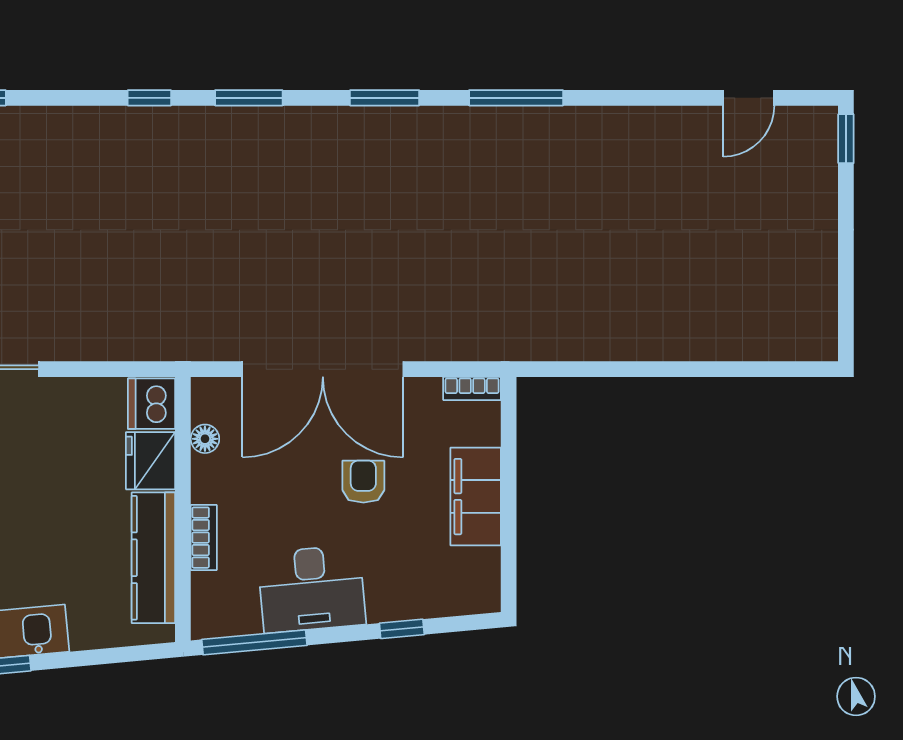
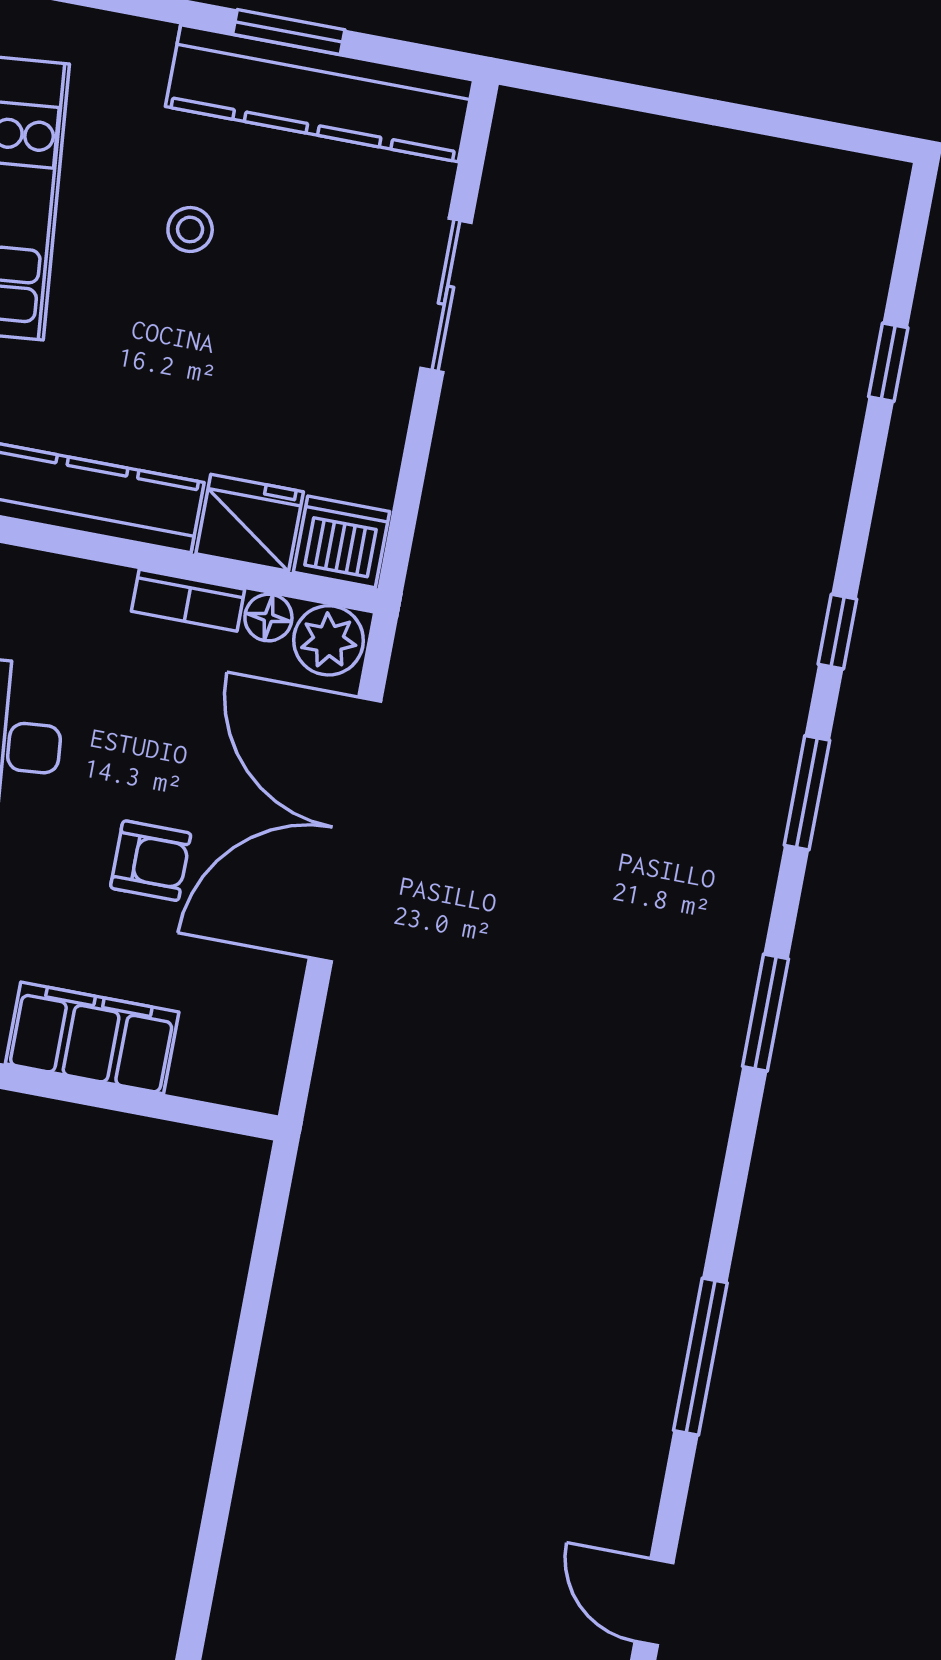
window: (516, 98) -> (700, 1357), moved
bookcase: (472, 388) -> (268, 1065), removed
plant: (212, 400) -> (329, 640), added
bookcase: (204, 538) -> (188, 600), moved

